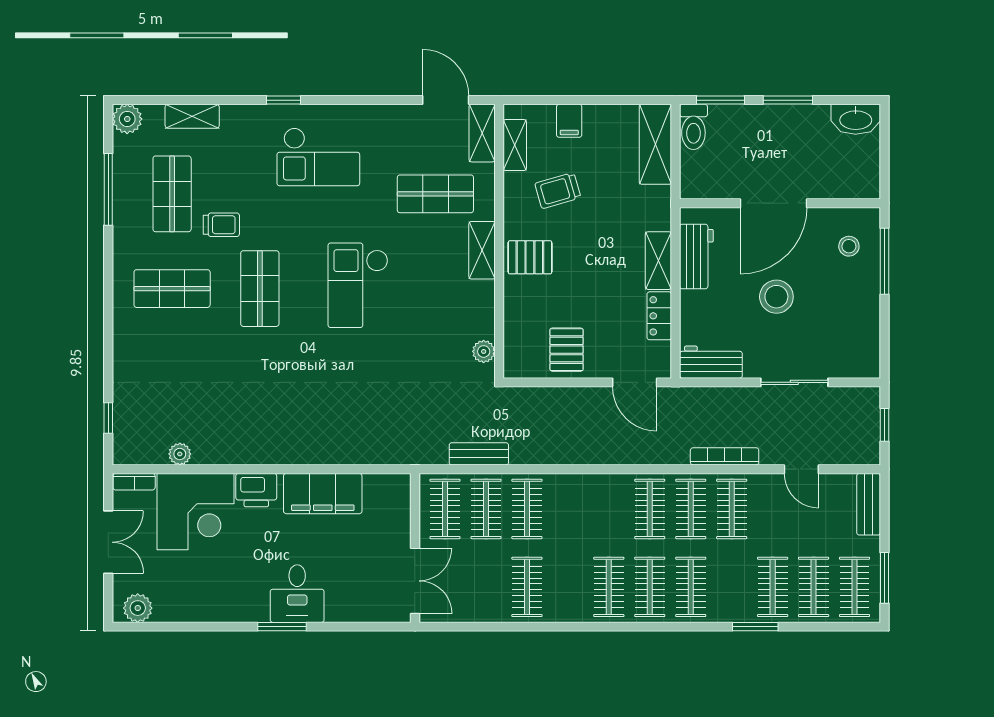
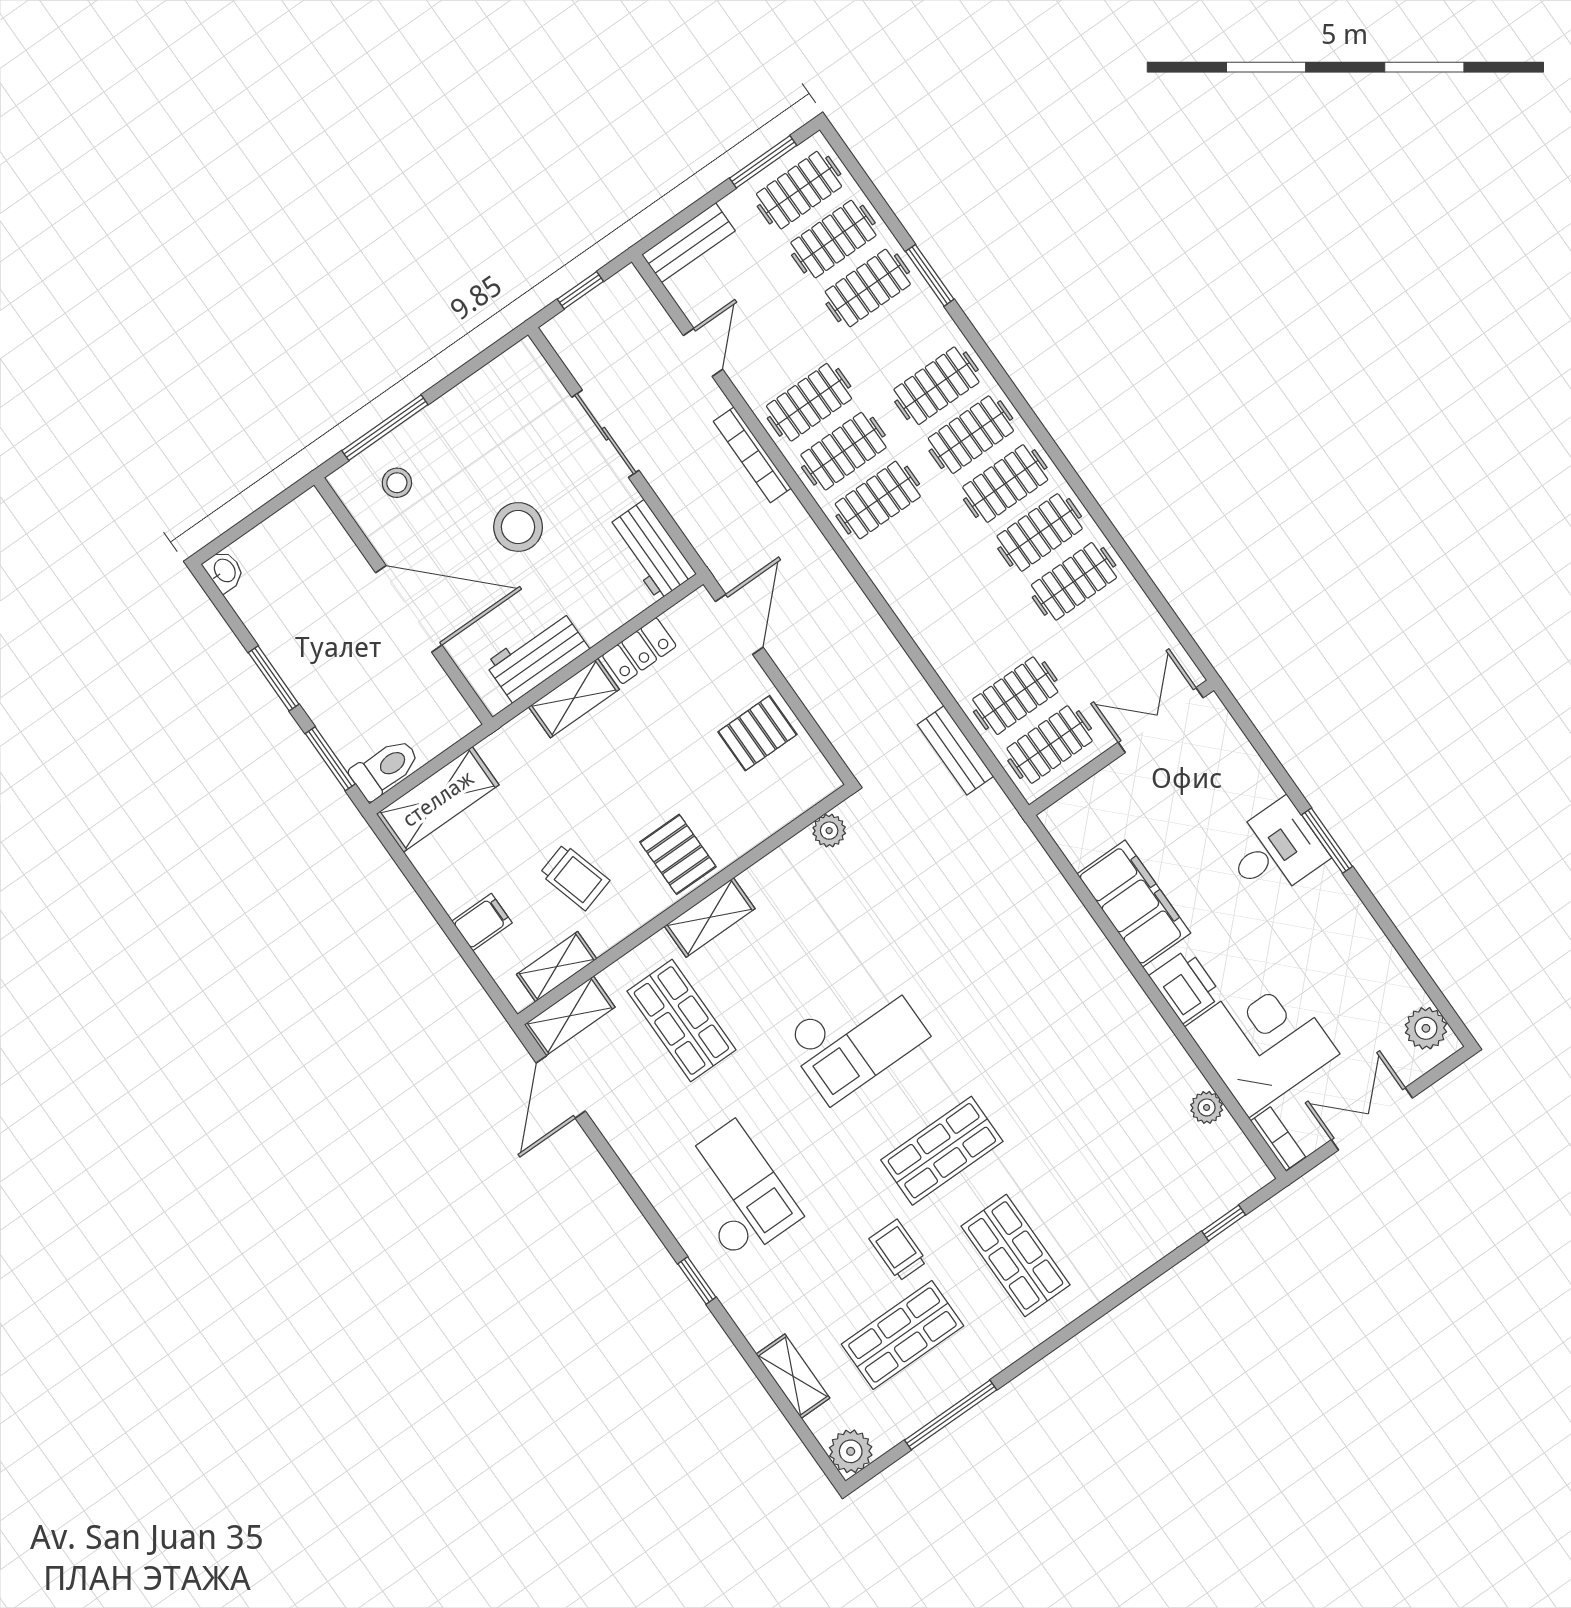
washbasin: (856, 119) -> (224, 571), width x0.52, depth x0.69
clothes rail: (527, 509) -> (1040, 532), moved

